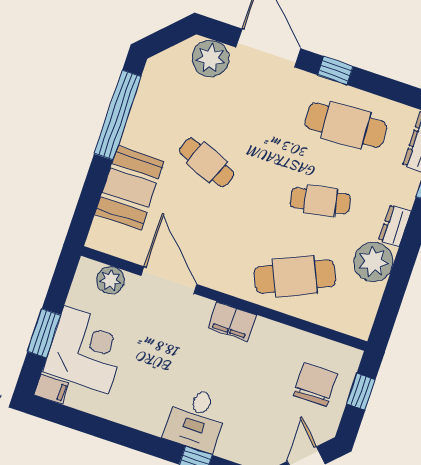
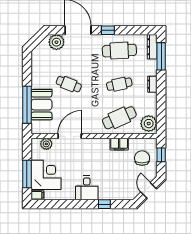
window: (118, 115) -> (27, 105), moved
plant: (373, 262) -> (149, 124), moved
door: (169, 280) -> (70, 136), hinge flipped
filing cabinet: (232, 321) -> (119, 144), moved
window: (44, 333) -> (27, 174), width x1.44
desk: (196, 419) -> (87, 188), moved

